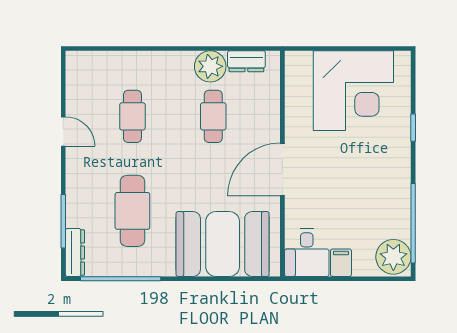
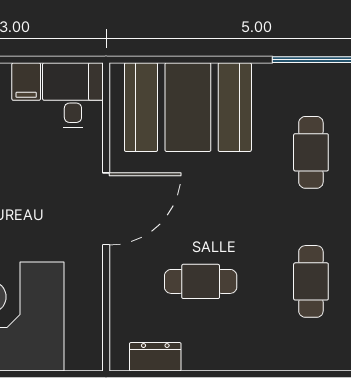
plant: (210, 66) -> (205, 350), removed
cafe table: (213, 116) -> (201, 281), turned 90
cafe table: (132, 211) -> (311, 152), width x0.73, depth x0.74

